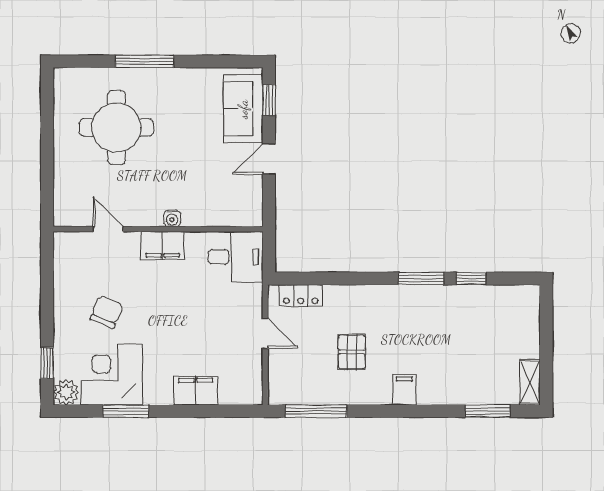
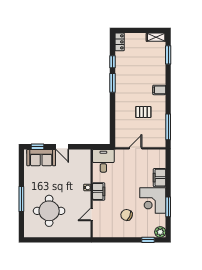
locker: (301, 295) -> (120, 42), moved
corner desk: (112, 374) -> (153, 200), moved

